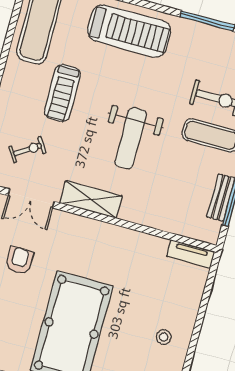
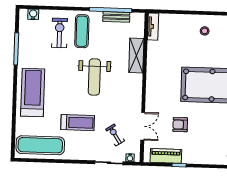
weight bench: (131, 138) -> (94, 77), turned 90
shelving: (91, 199) -> (136, 55), moved

